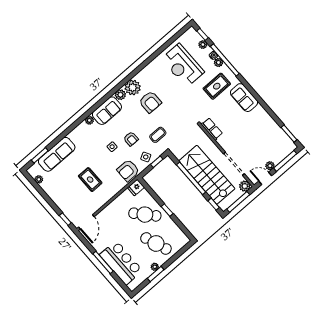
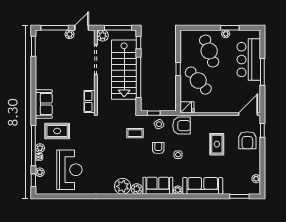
armchair: (150, 102) -> (247, 140), moved, turned 180
sofa: (57, 154) -> (203, 186), moved
door: (265, 178) -> (82, 28), swing flipped

